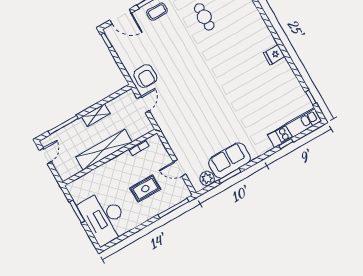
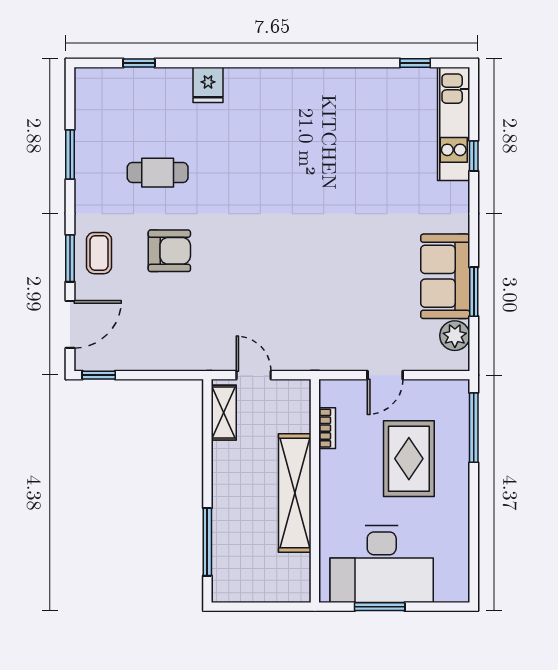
fridge: (274, 55) -> (208, 85), moved
armchair: (145, 76) -> (169, 251), moved
shelving: (96, 115) -> (224, 413), moved
door: (45, 156) -> (245, 607), removed
door: (179, 168) -> (385, 375), moved
rug: (145, 189) -> (409, 459), width x1.36, depth x1.43
desk: (104, 218) -> (382, 564), moved

